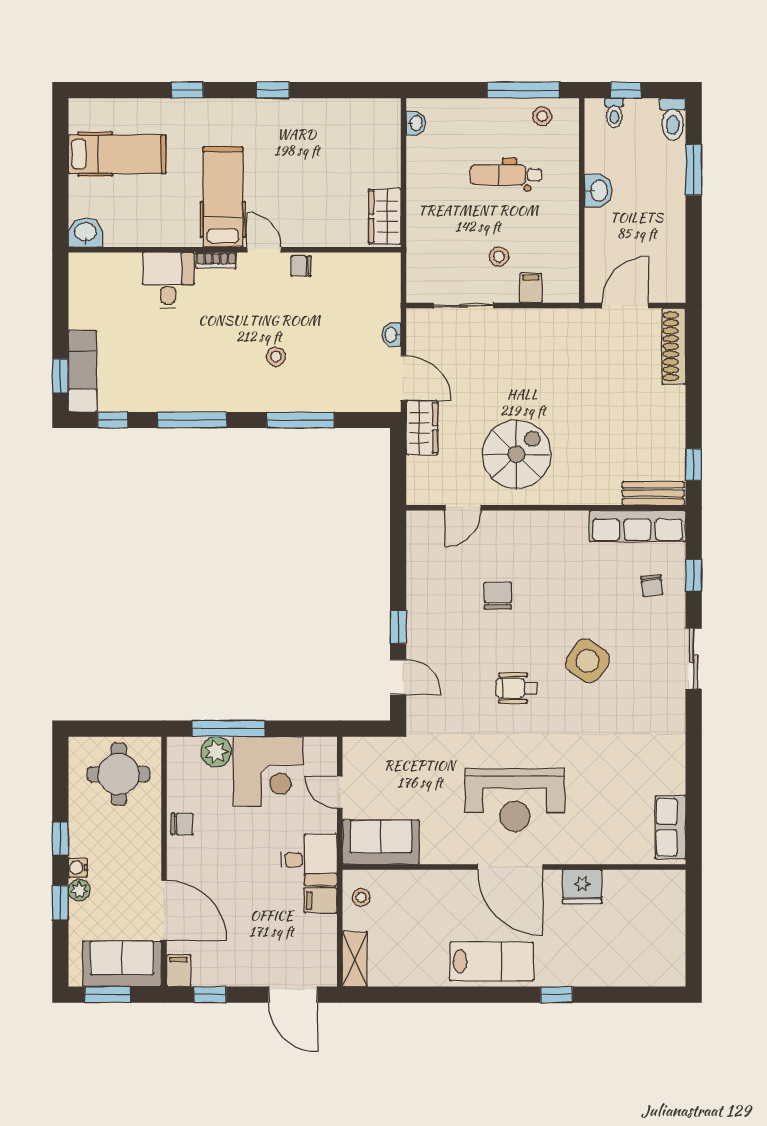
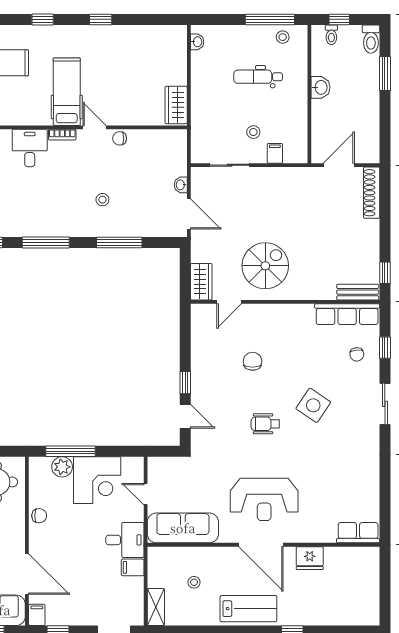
wardrobe: (422, 428) -> (201, 282), moved
row of seats: (670, 827) -> (358, 533), moved, turned 90
sofa: (381, 842) -> (183, 528), width x1.36
stool: (361, 897) -> (194, 582), moved

